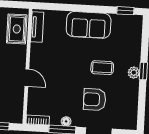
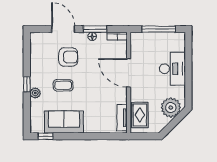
sofa: (89, 25) -> (64, 122), moved
plant: (134, 73) -> (35, 93), moved
door: (27, 78) -> (129, 73), width x1.87

